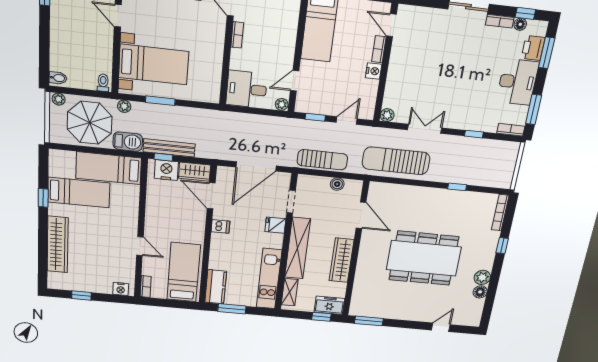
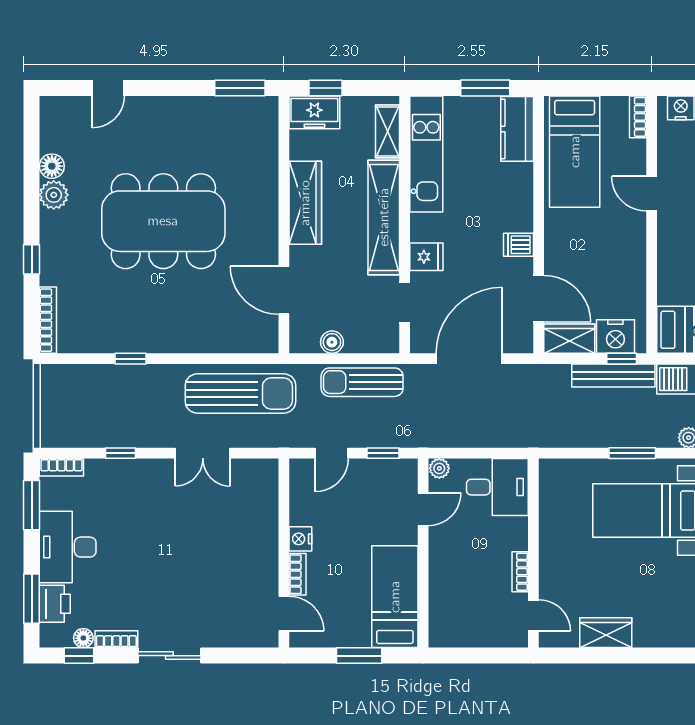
plant: (387, 115) -> (268, 469), removed

